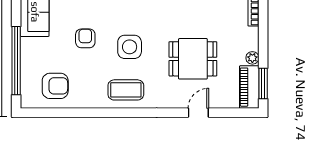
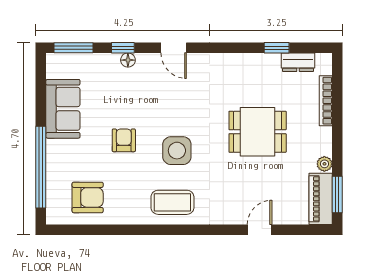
dining table: (193, 59) -> (258, 132), moved

